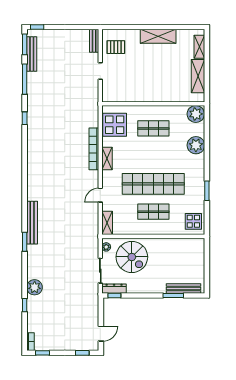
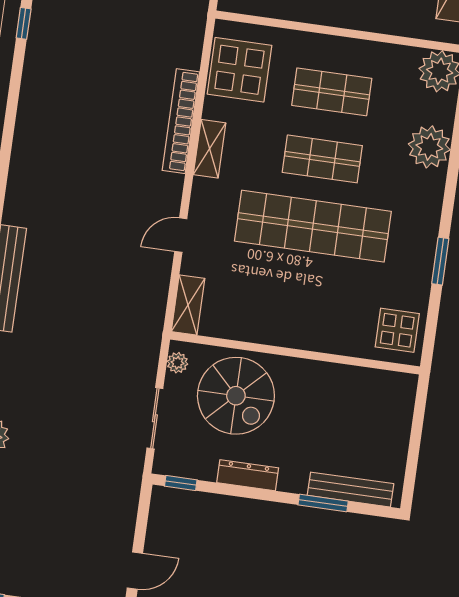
shop shelf: (153, 212) -> (322, 159), moved
dresser: (114, 289) -> (248, 475), moved

